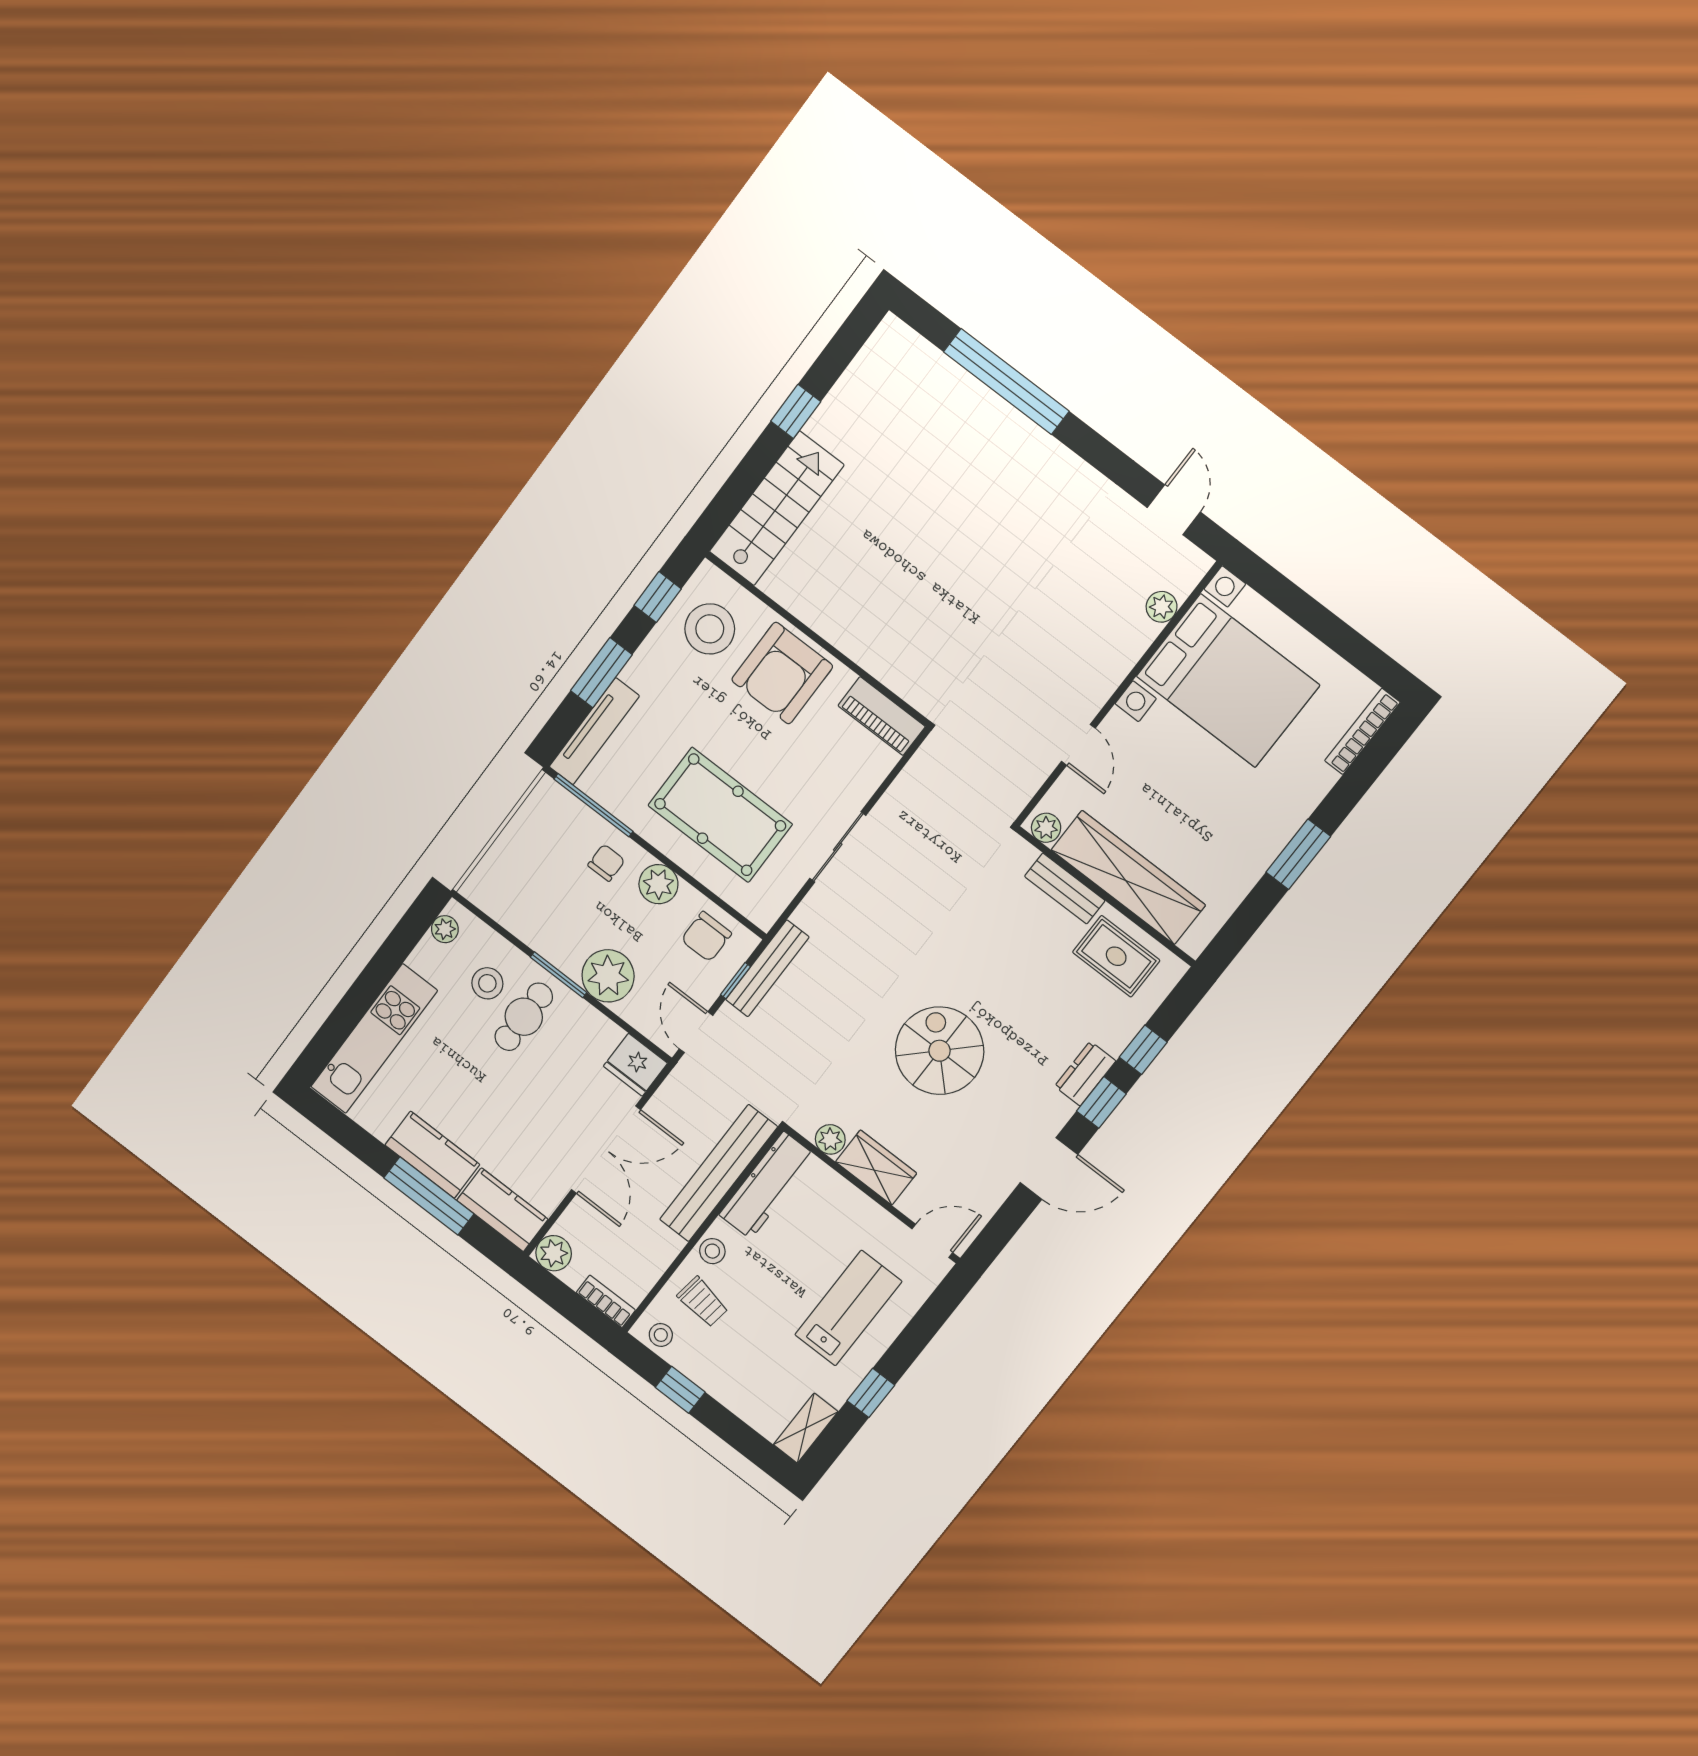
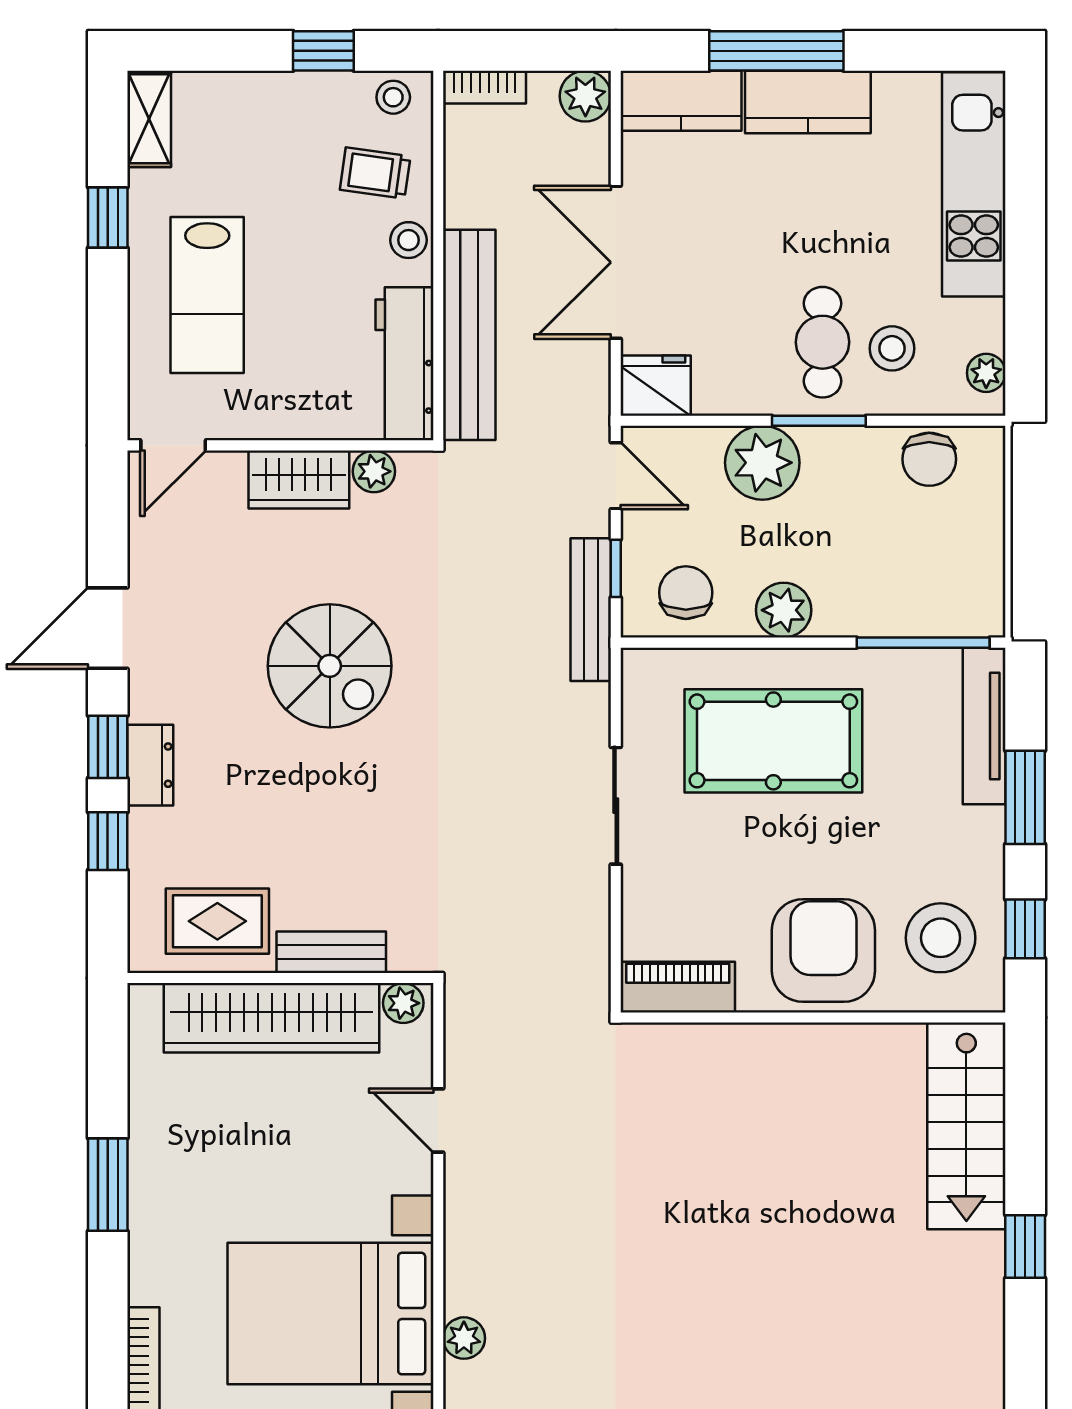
chair: (606, 863) -> (929, 459), moved, width x1.37, depth x1.37

